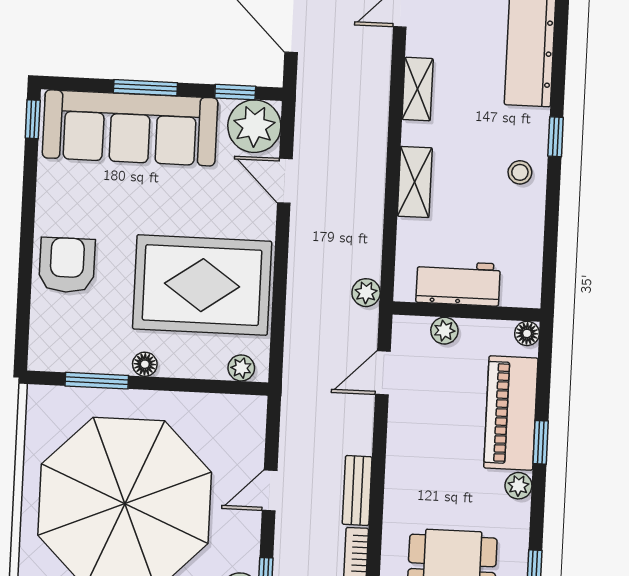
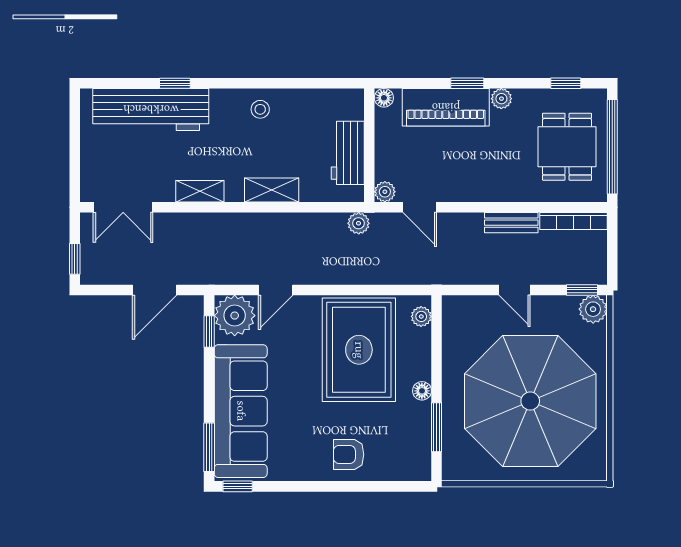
window: (145, 88) -> (209, 447), moved
window: (556, 137) -> (175, 83), moved
armchair: (67, 265) -> (349, 454), width x0.72, depth x0.72
plant: (444, 331) -> (385, 192), moved

